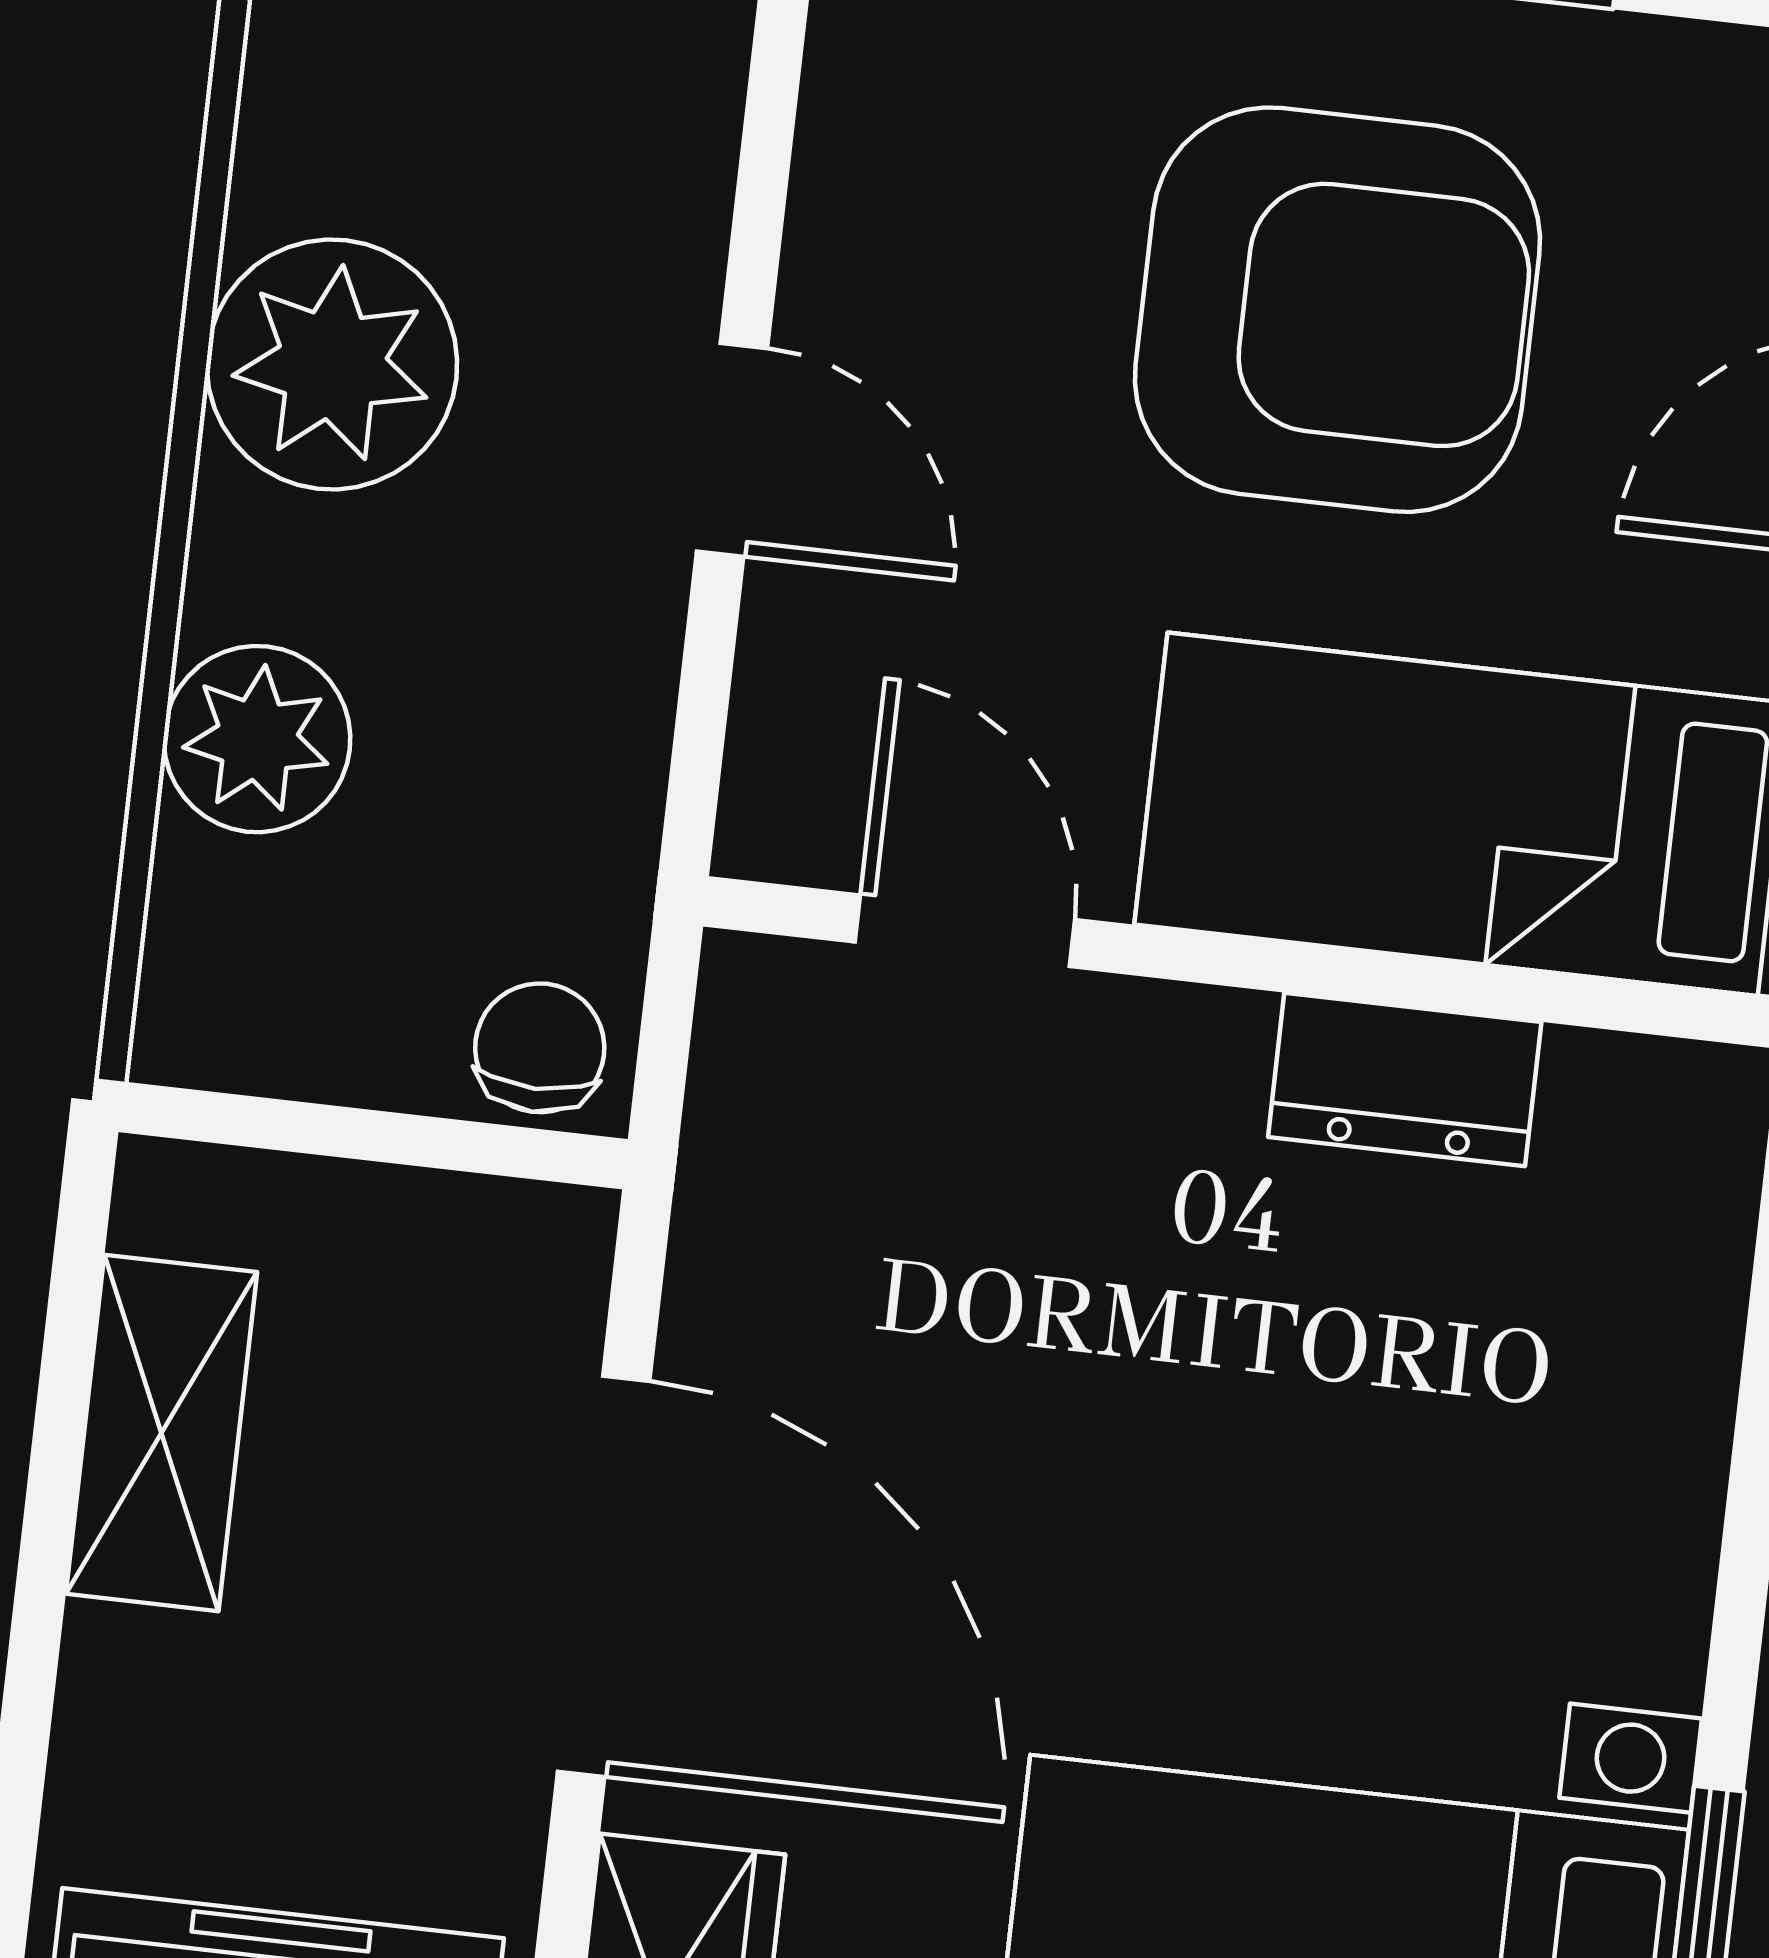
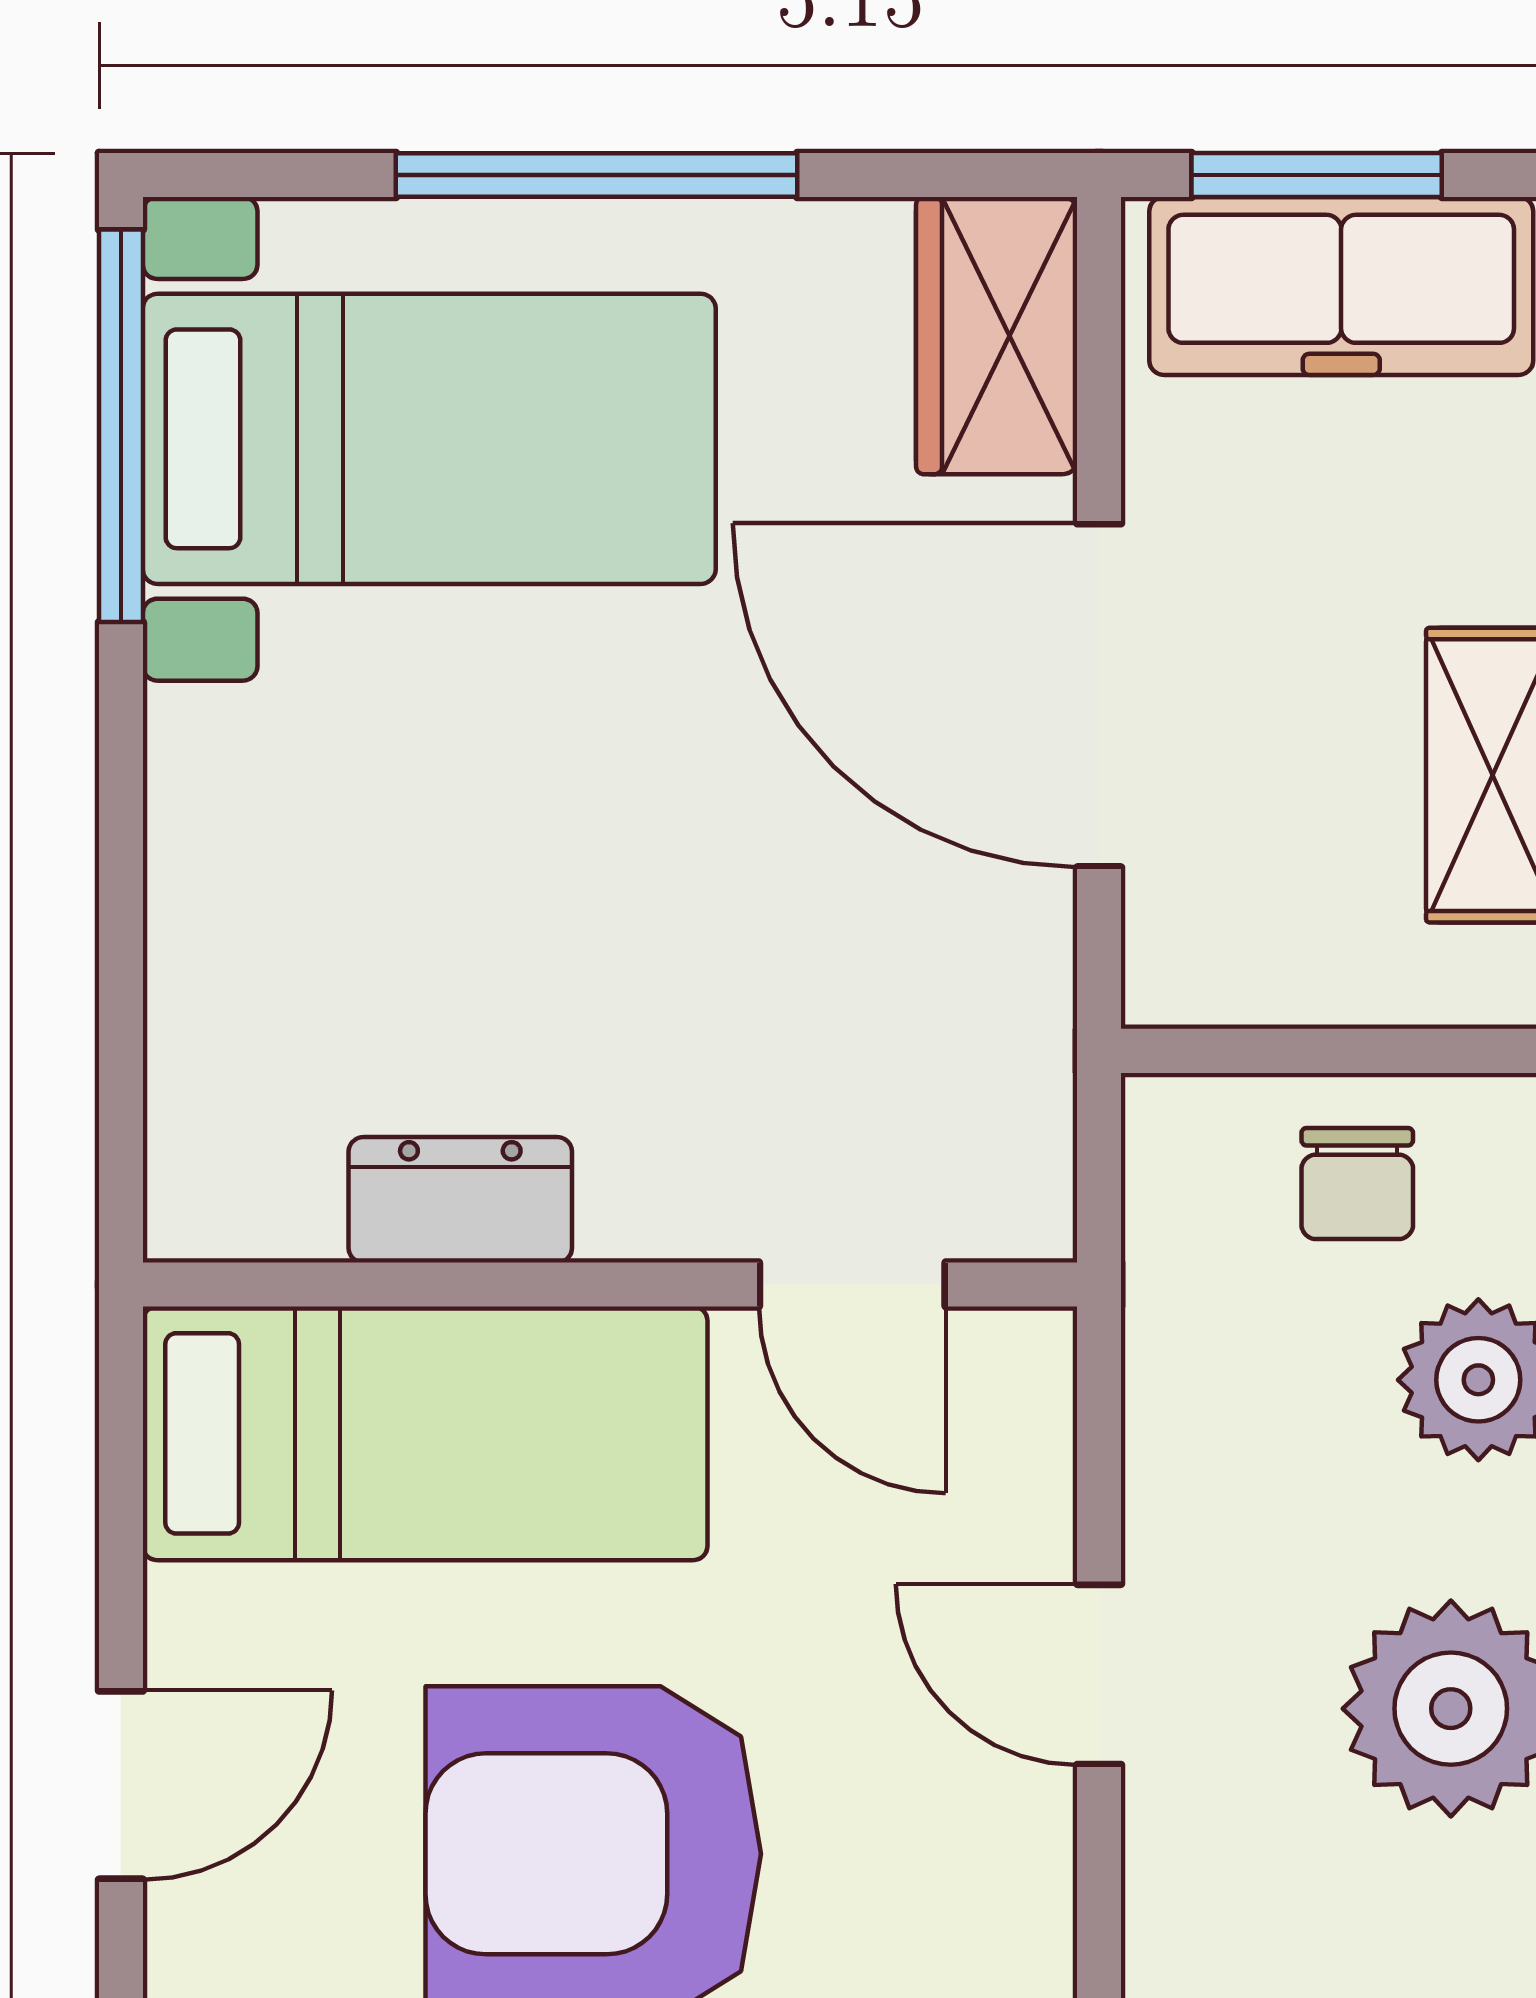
chair: (540, 1048) -> (1357, 1184), moved

